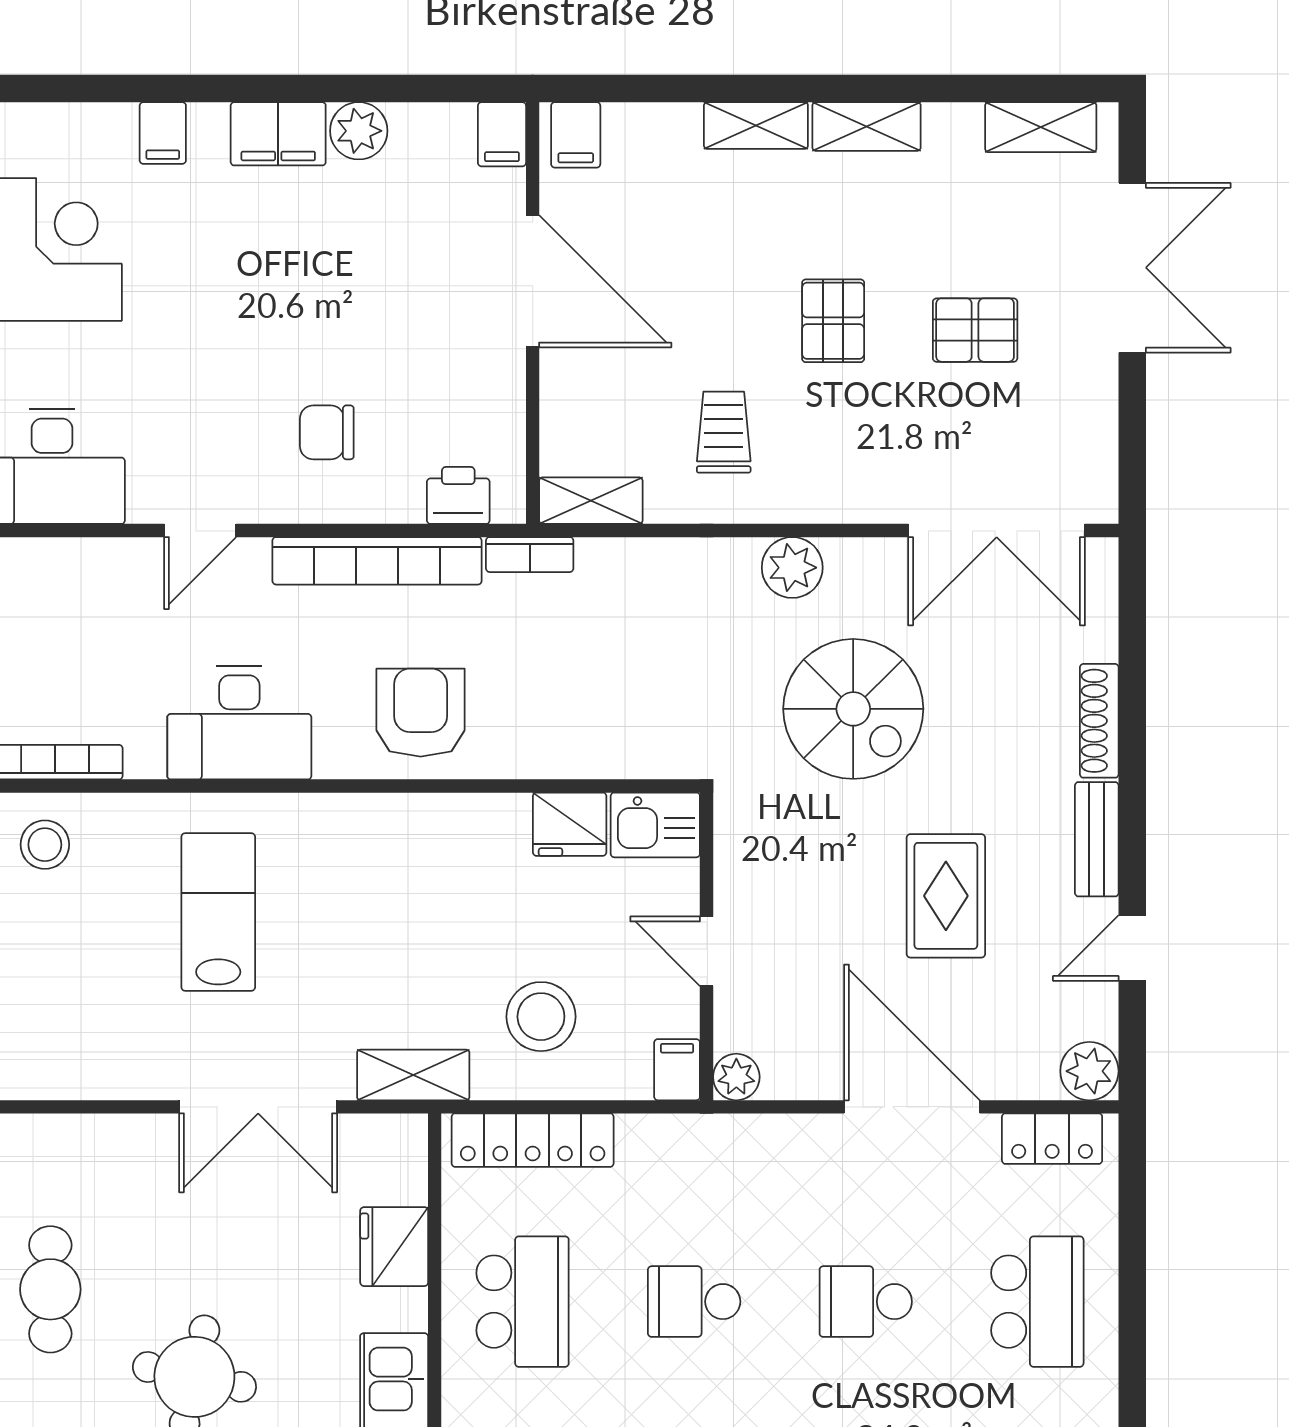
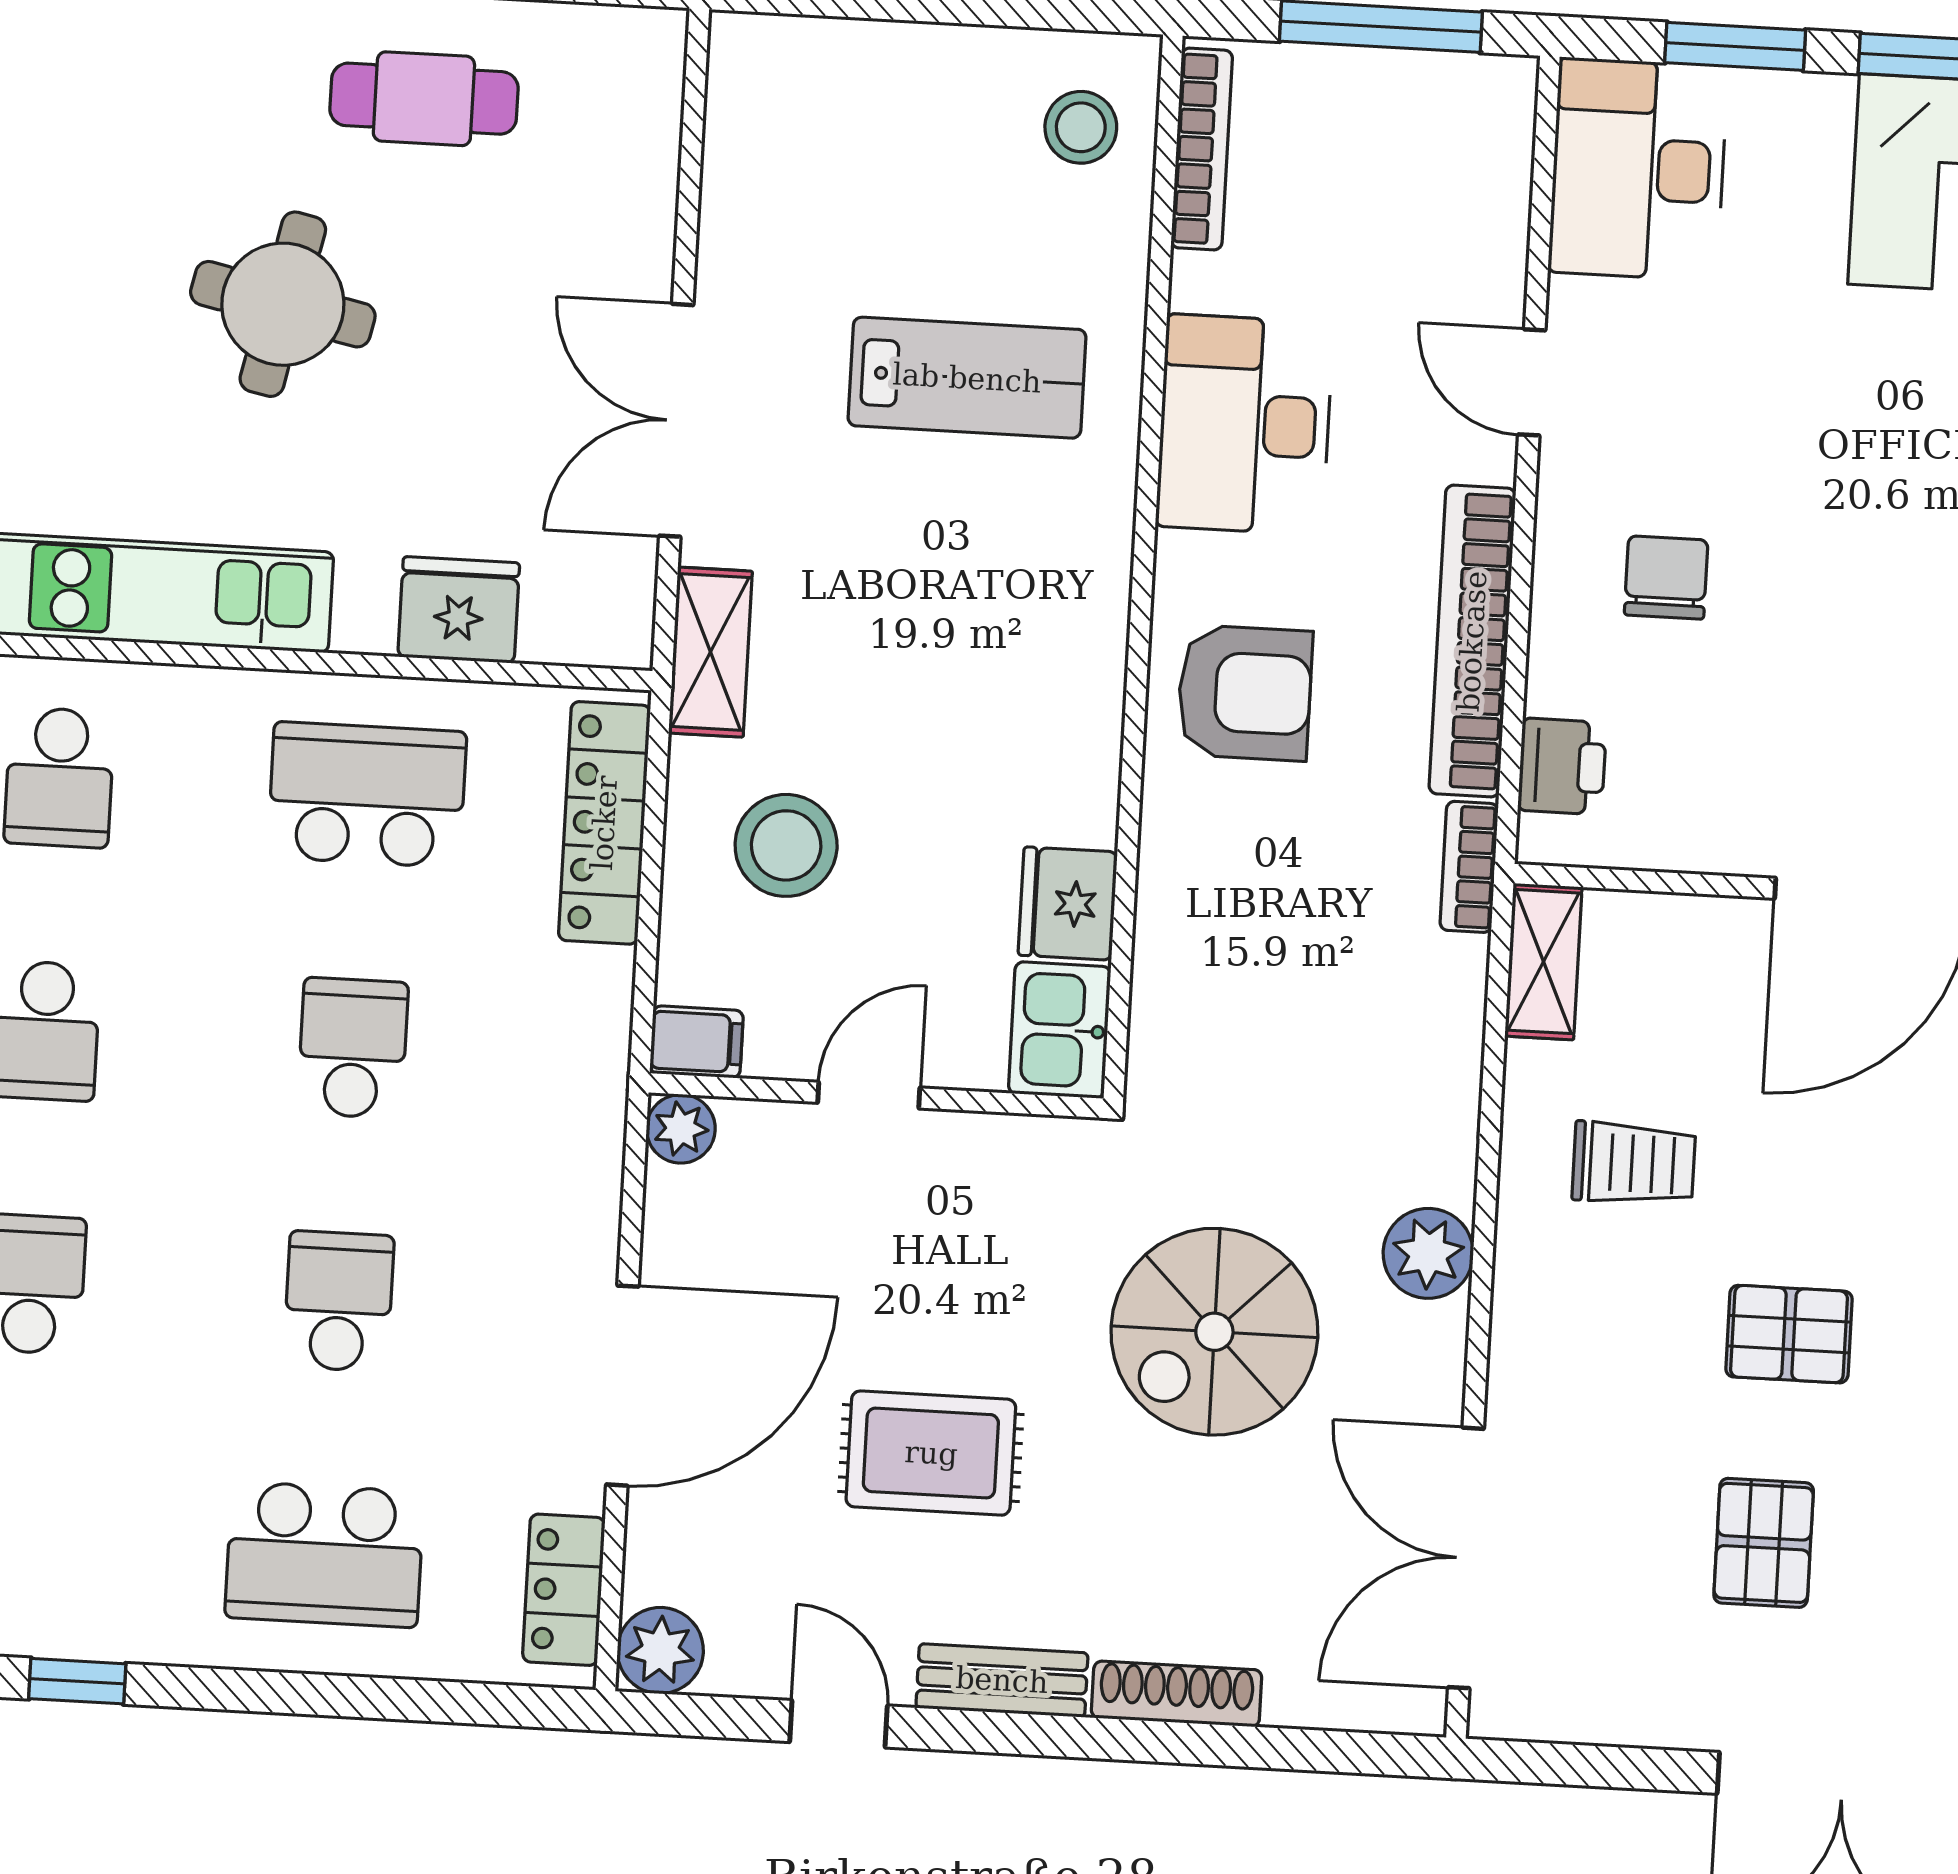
school desk: (523, 1302) -> (367, 795), turned 180

